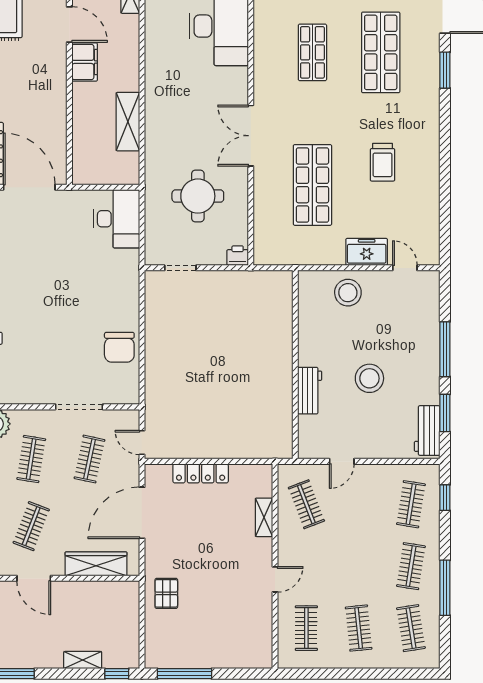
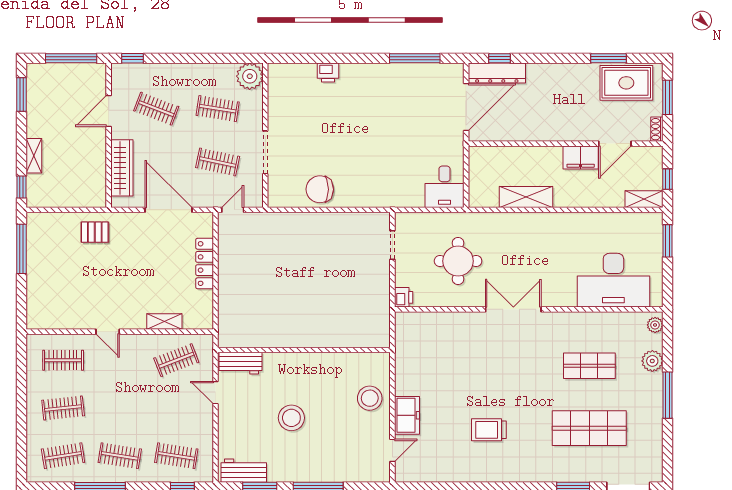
shop shelf: (312, 185) -> (468, 366), removed
desk: (117, 219) -> (444, 187), width x0.73
workbench: (310, 391) -> (240, 363), moved

